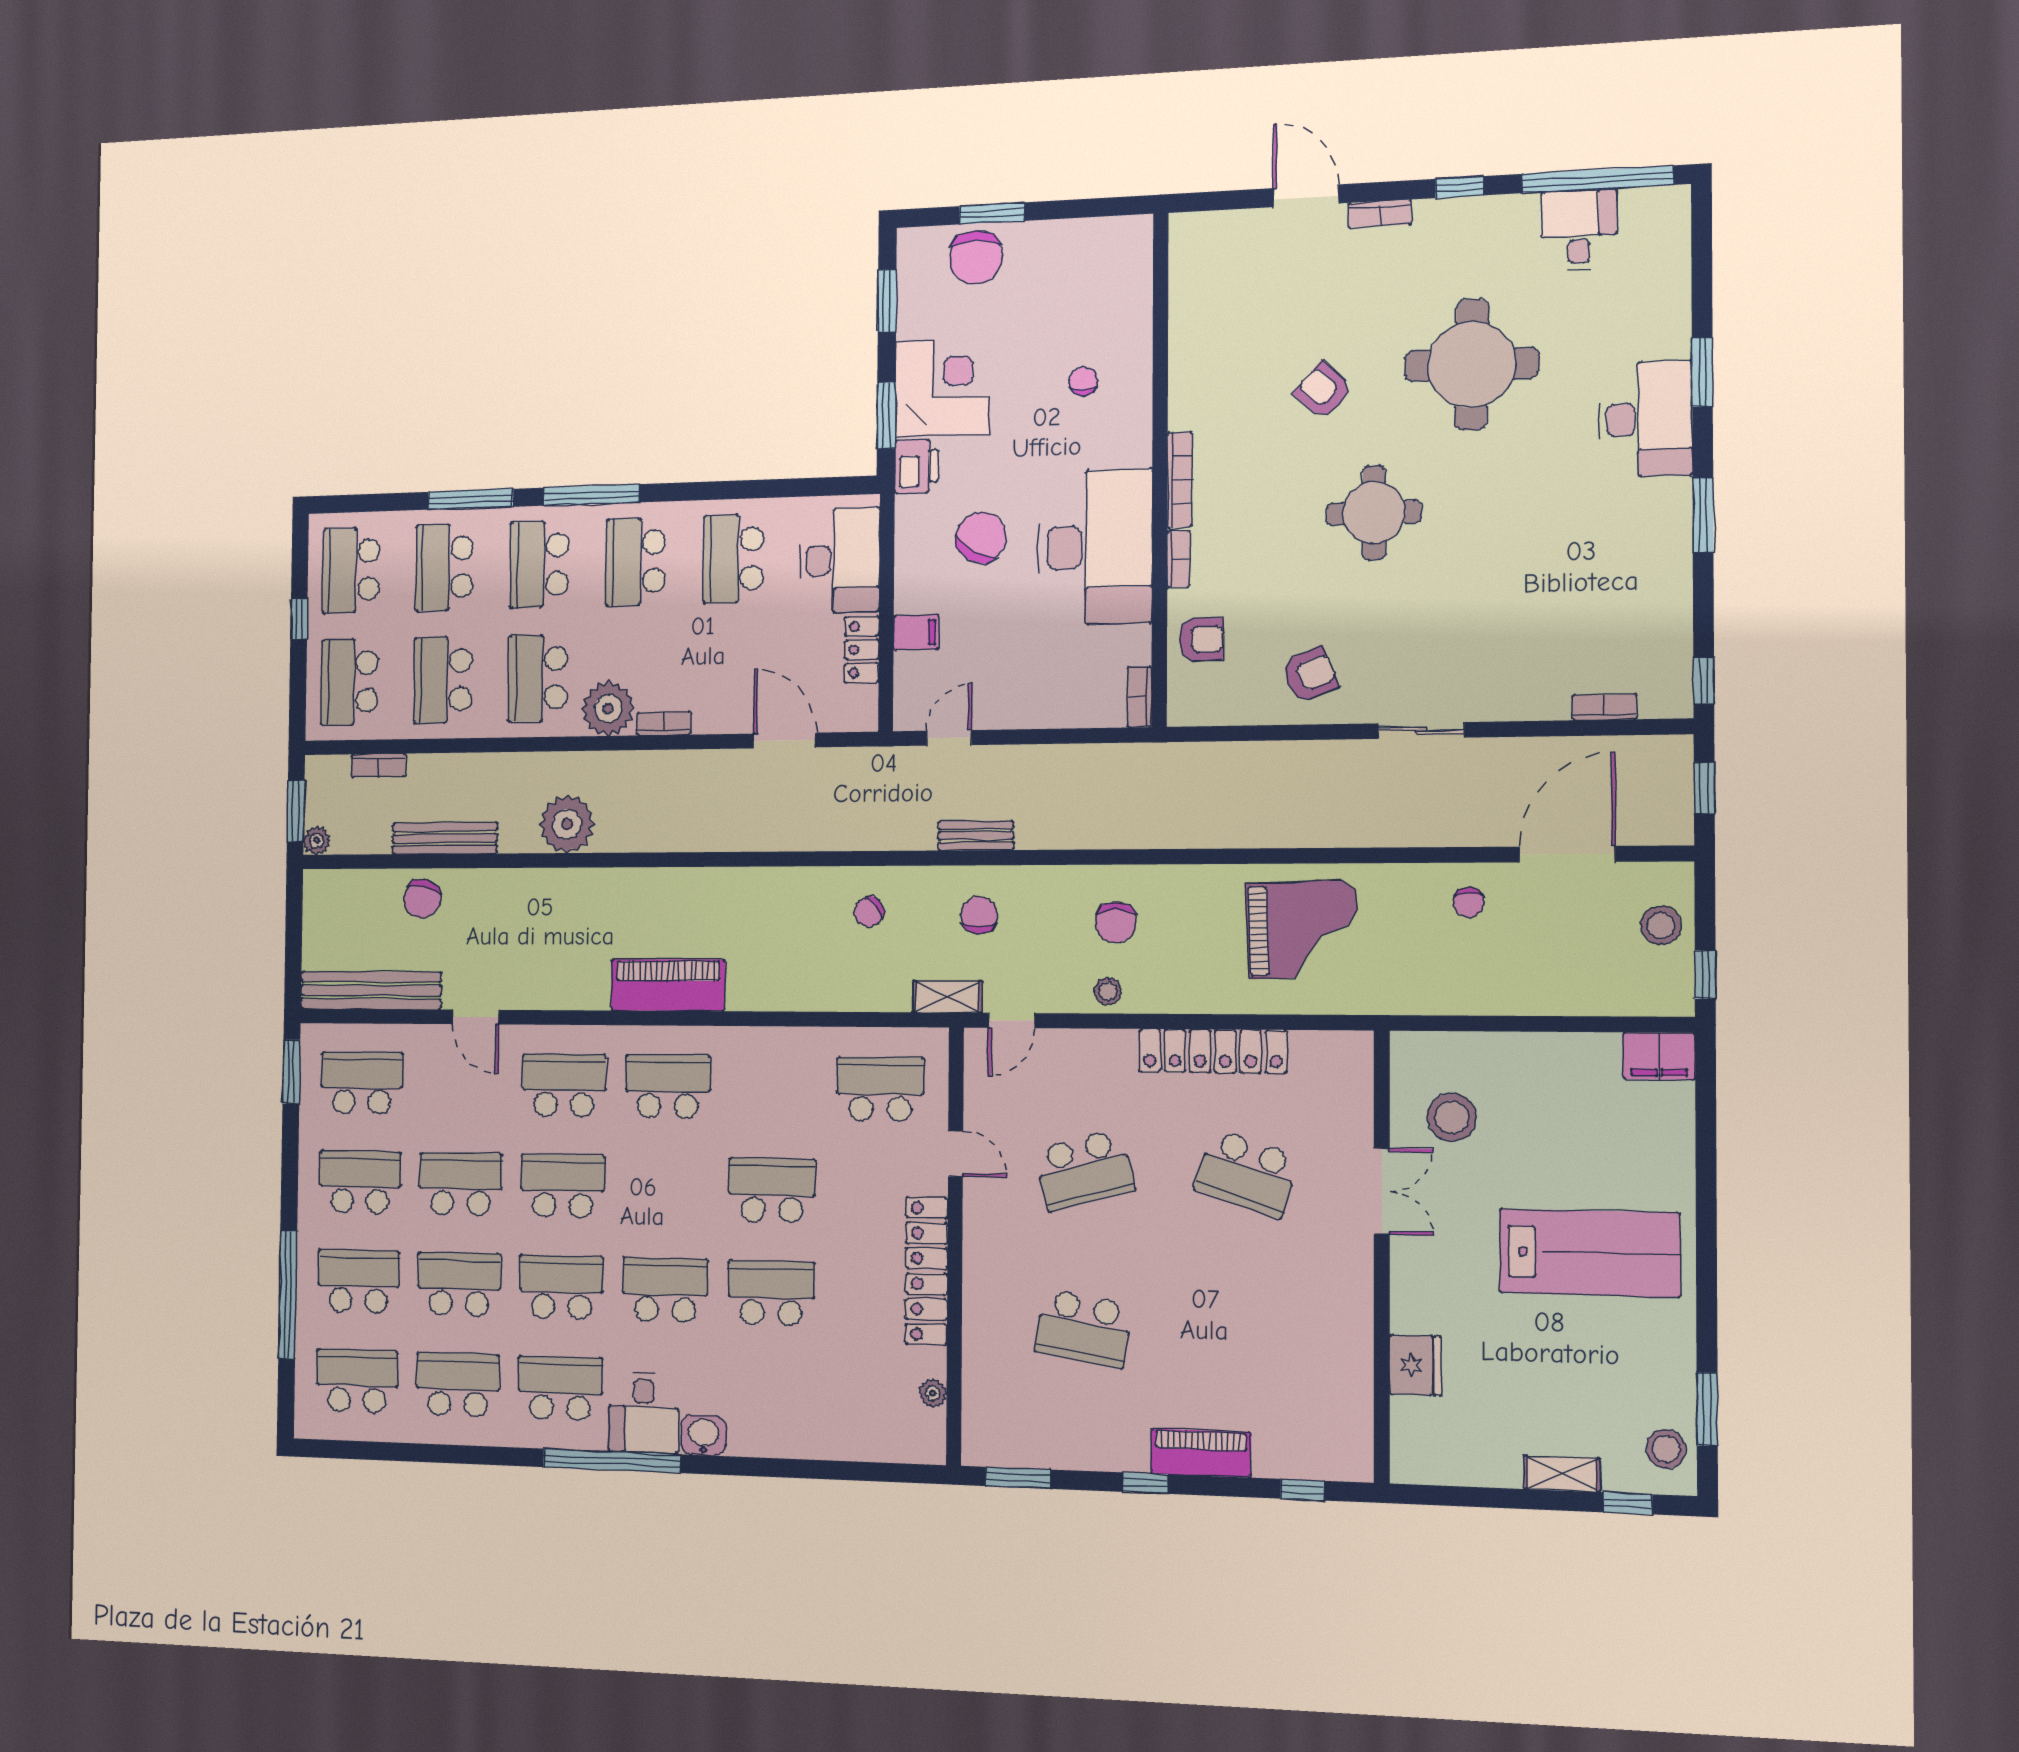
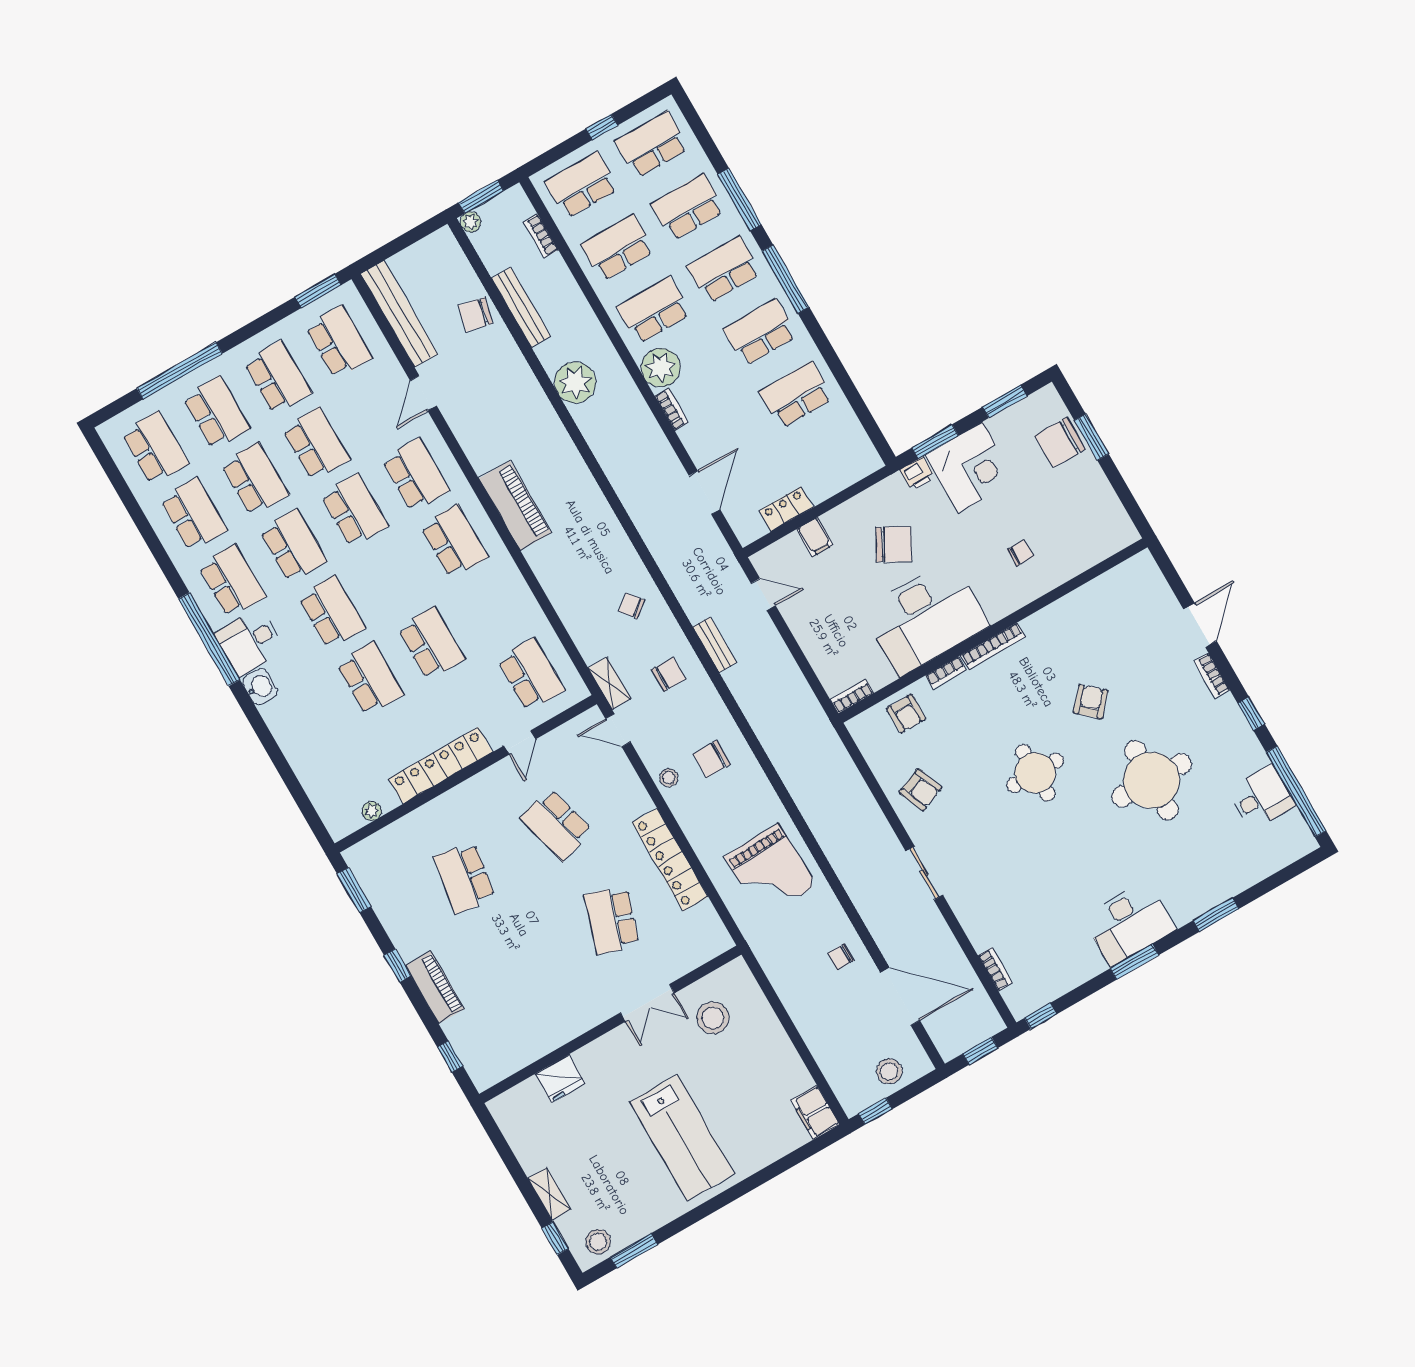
desk: (1646, 419) -> (1129, 923), moved
printer: (916, 466) -> (917, 474), width x0.73, depth x0.81
desk: (840, 560) -> (832, 464), removed

